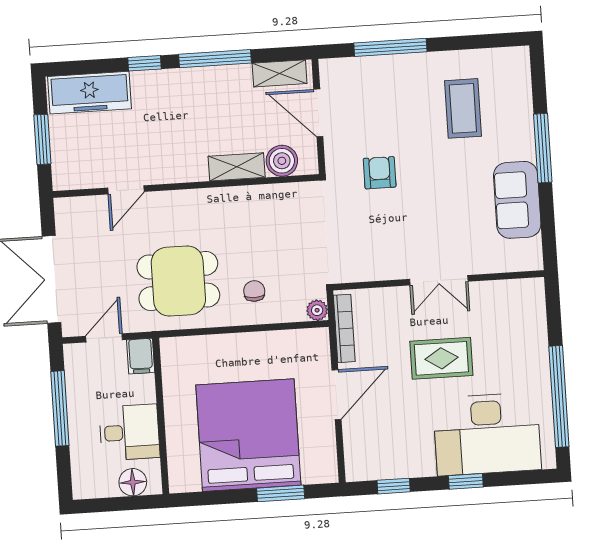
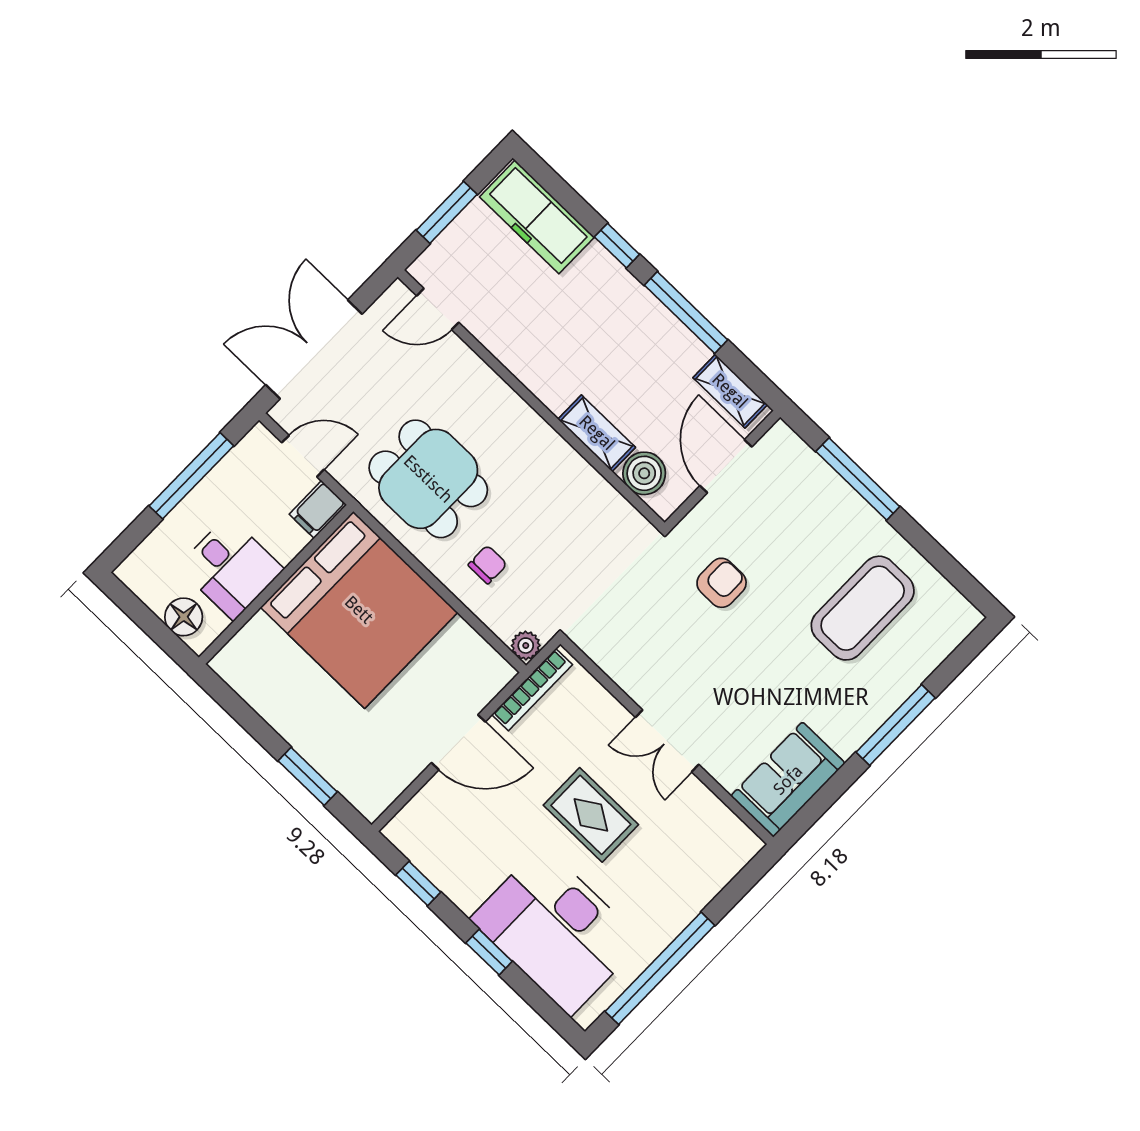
coffee table: (463, 108) -> (863, 608), width x1.36, depth x1.32
door: (126, 190) -> (438, 309), moved
sofa: (517, 200) -> (788, 780), moved
bed: (248, 435) -> (359, 610), moved, turned 90

